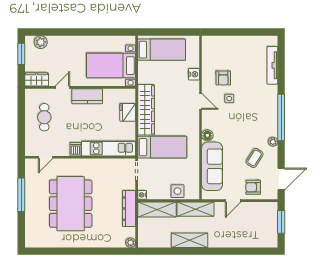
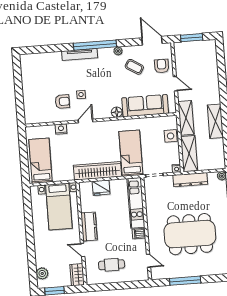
tv unit: (272, 65) -> (80, 54), moved
armchair: (253, 187) -> (162, 66), turned 180

